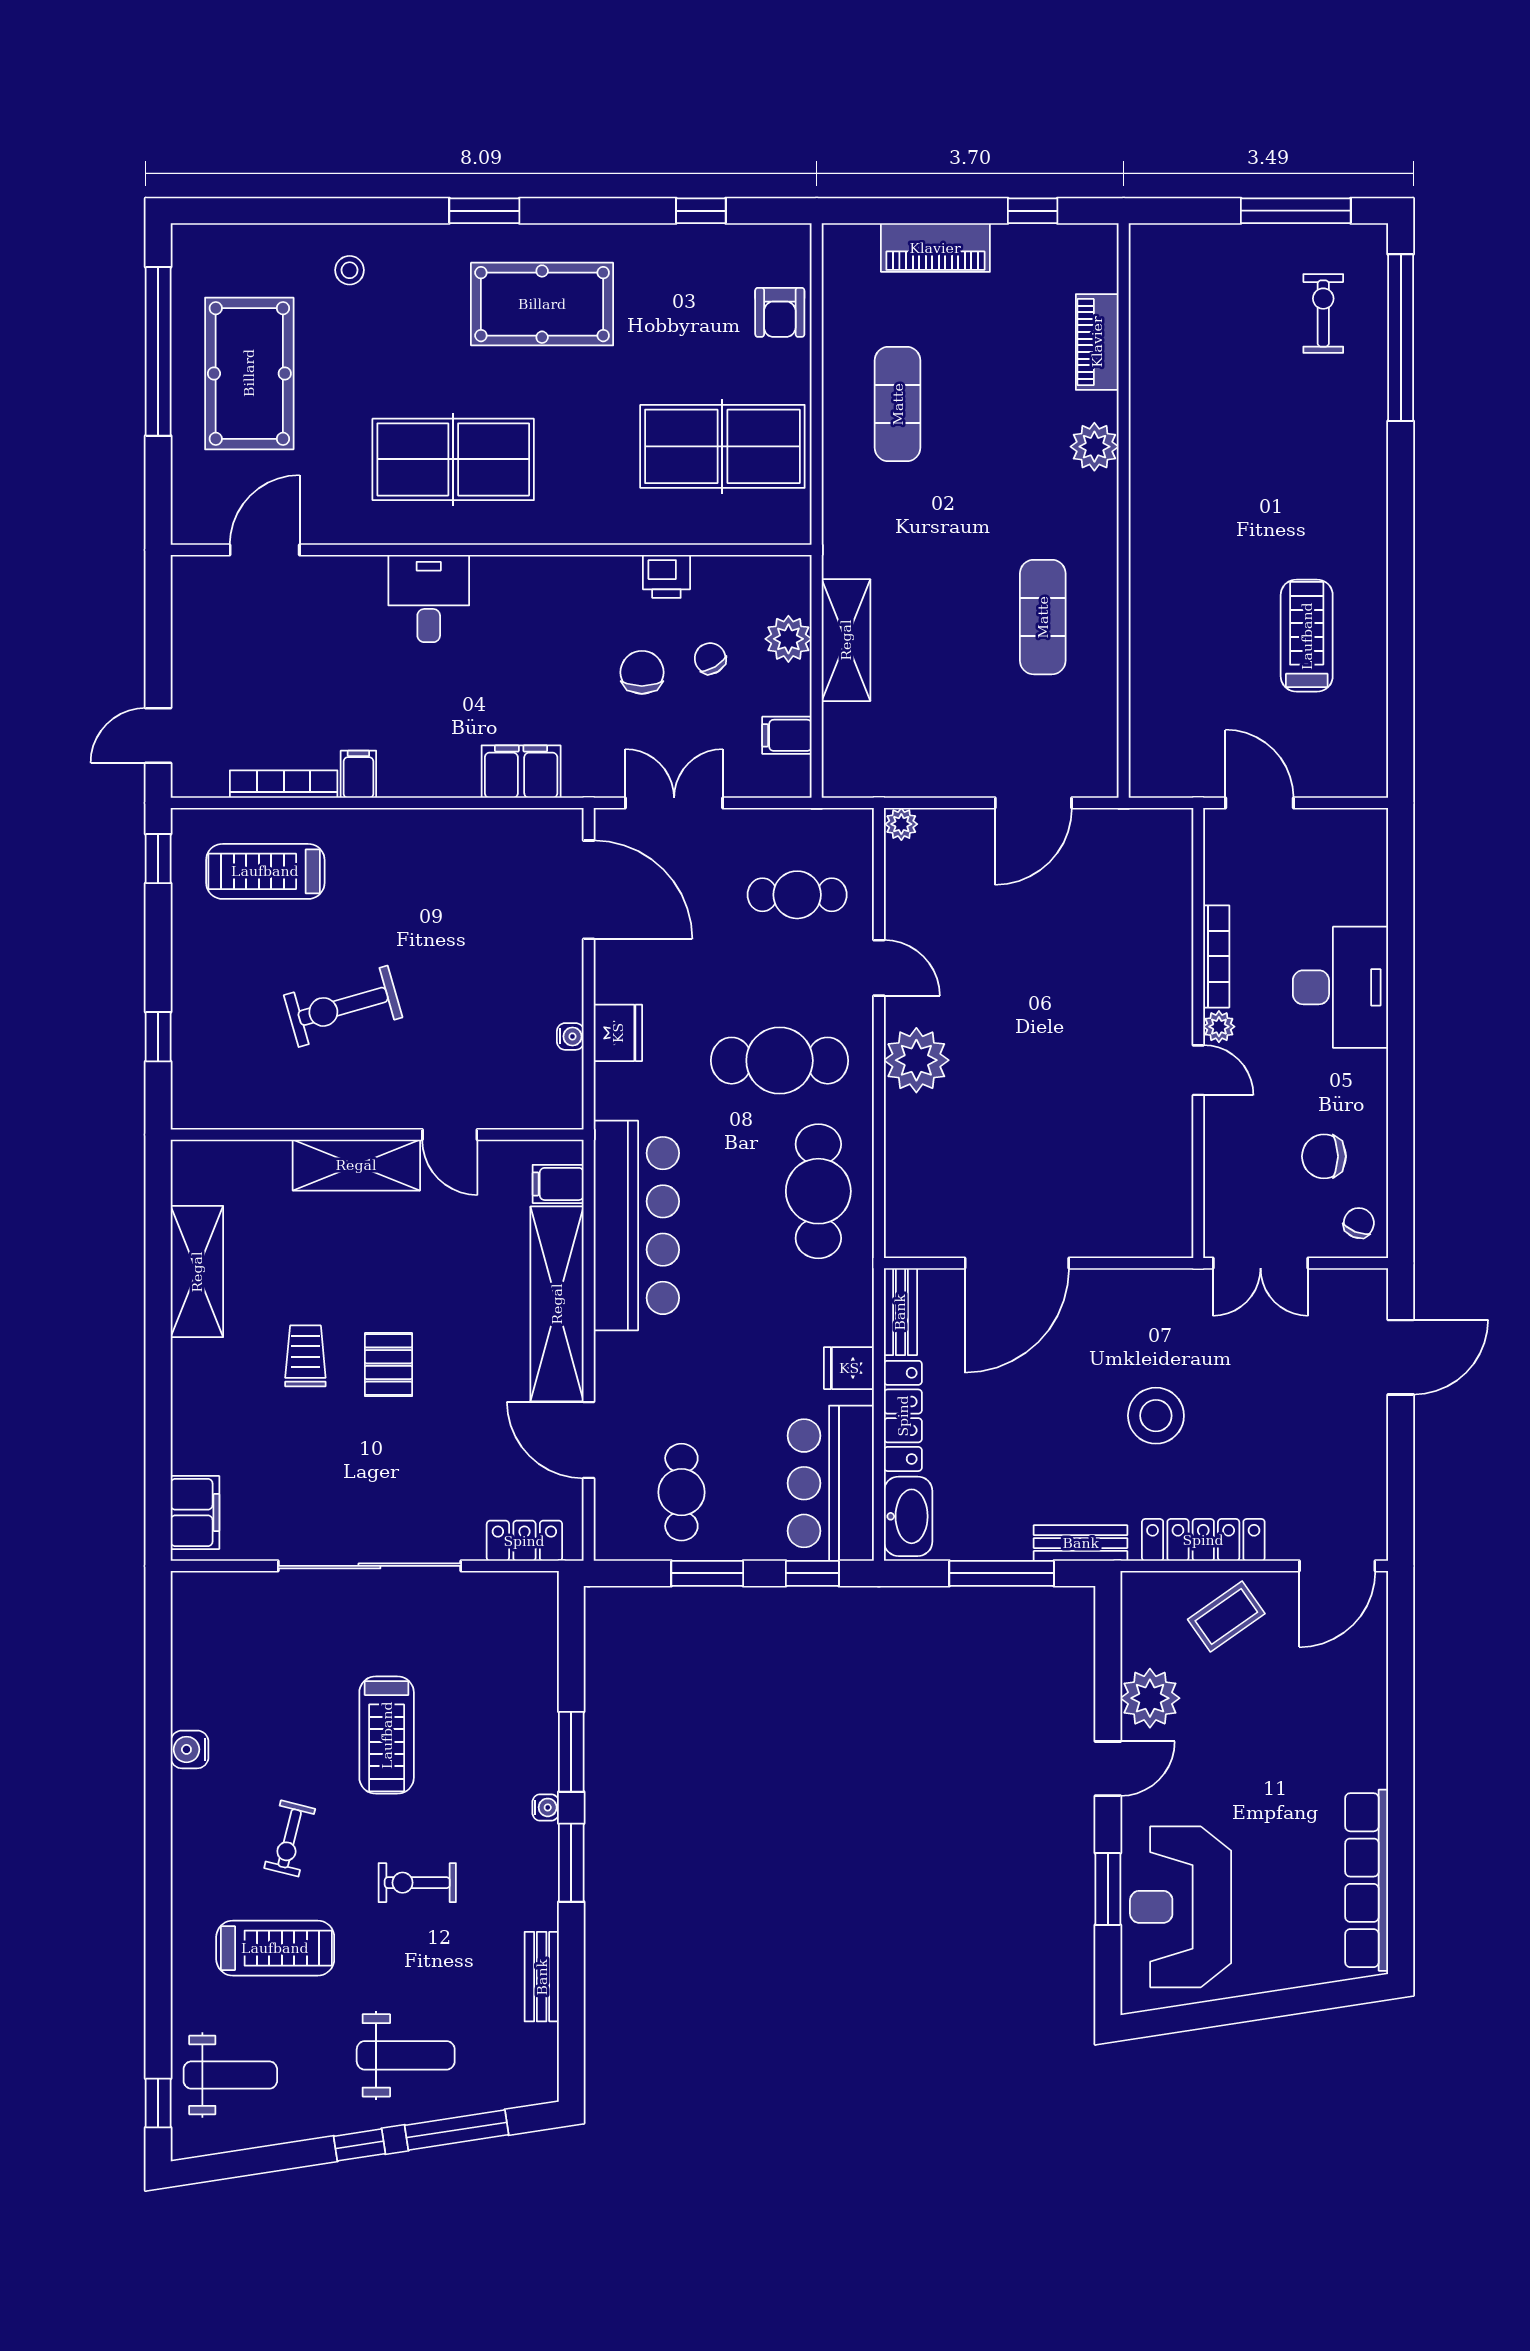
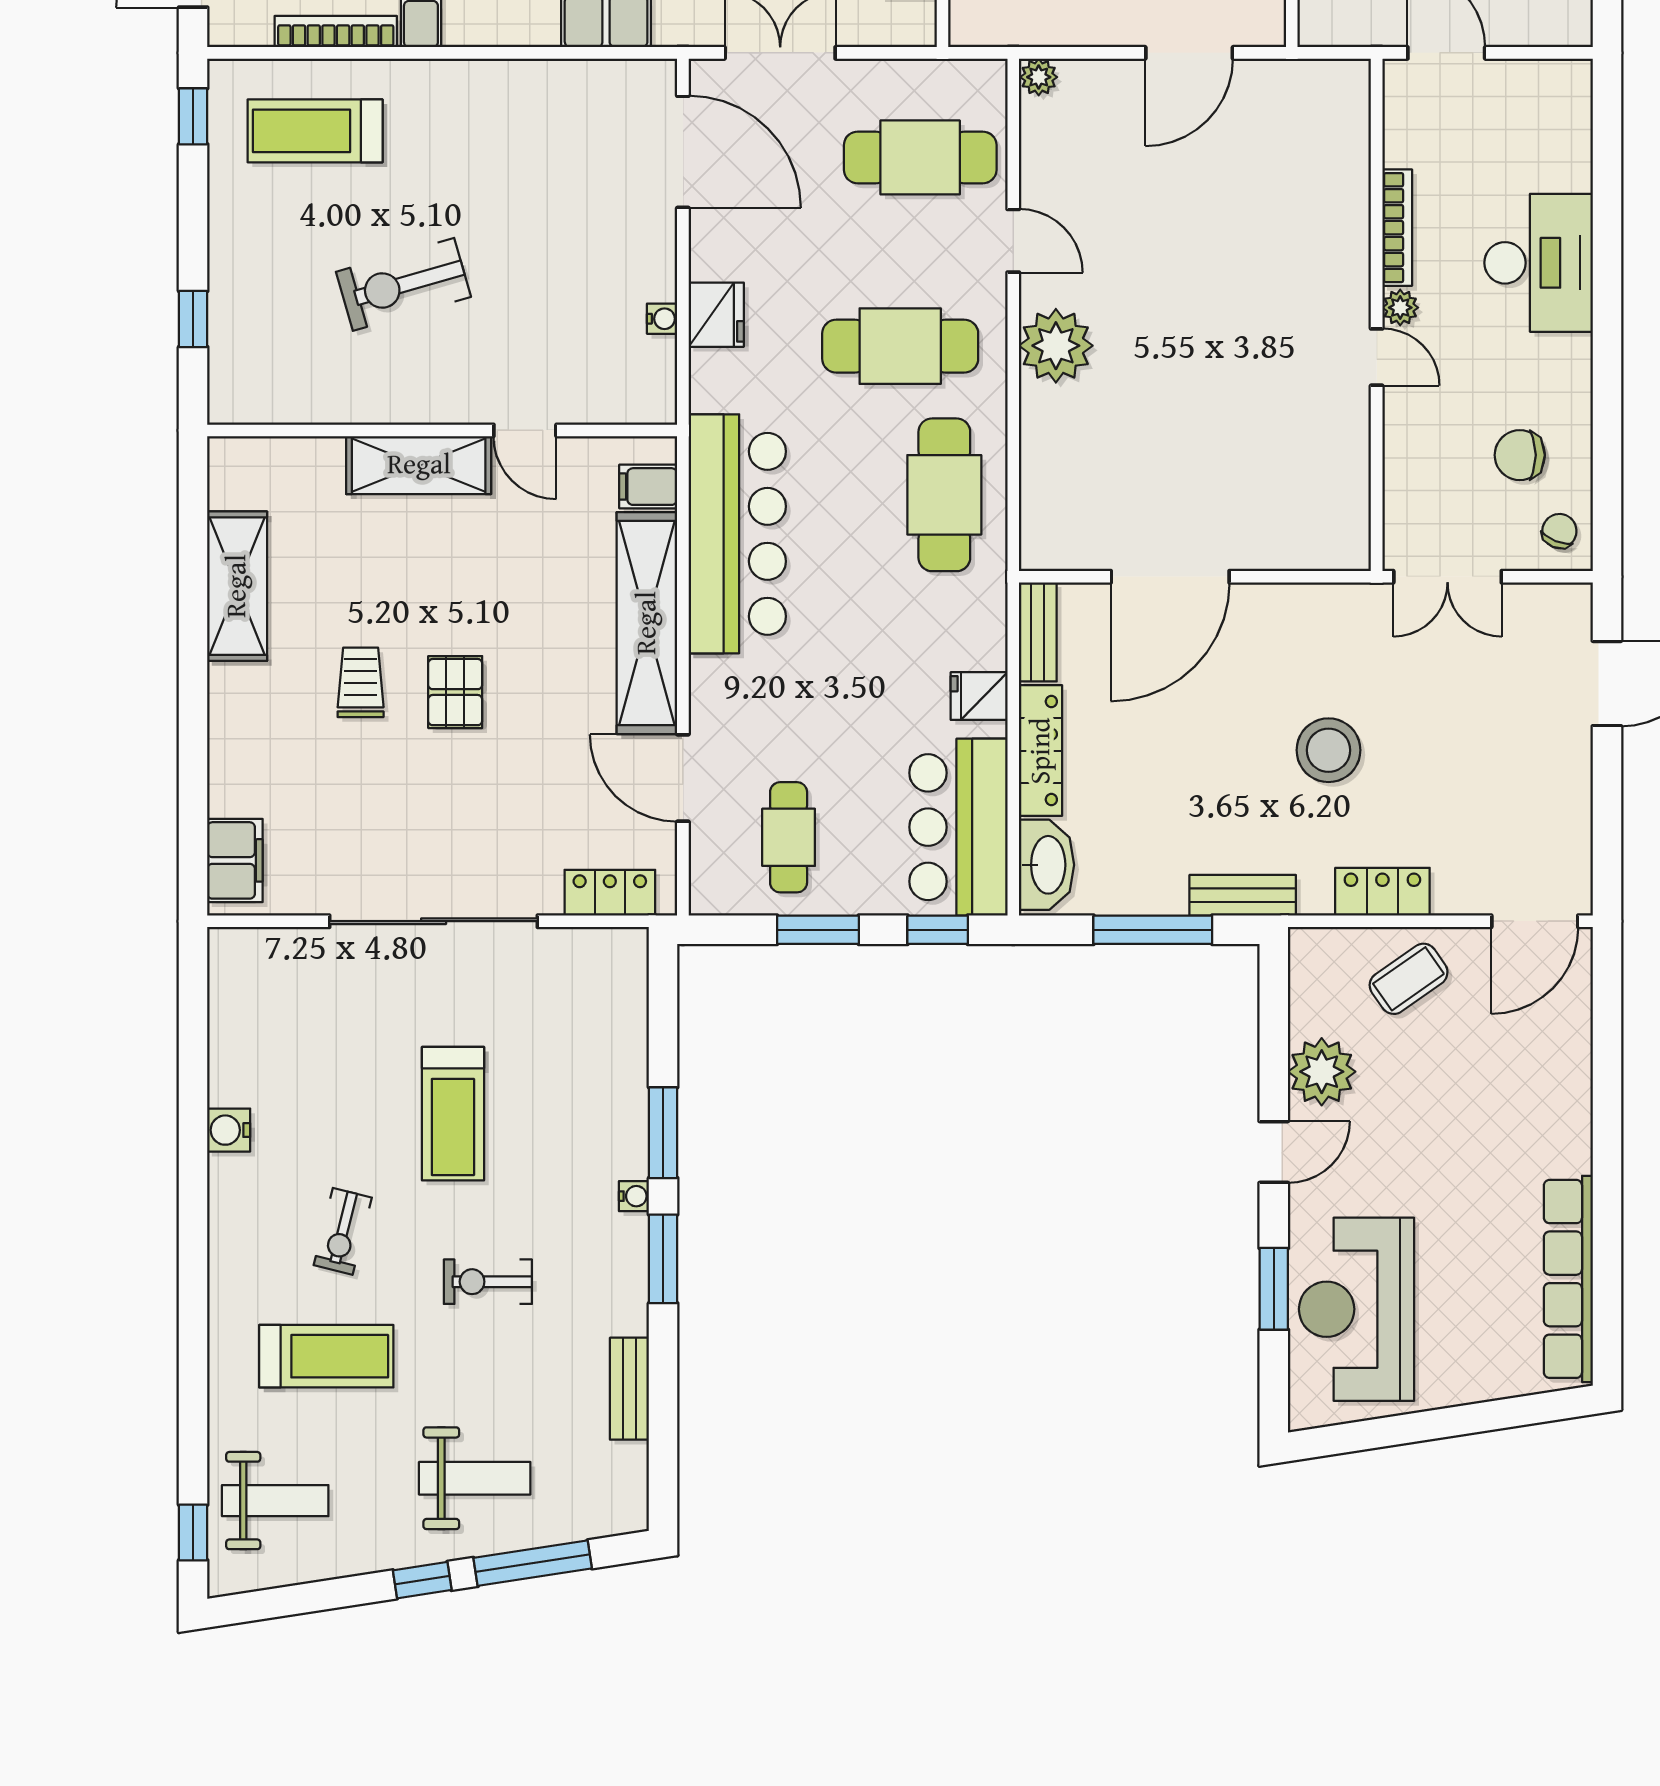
cafe table: (797, 895) -> (920, 157), width x1.37, depth x1.35
locker: (1203, 1540) -> (1382, 892), width x0.66

